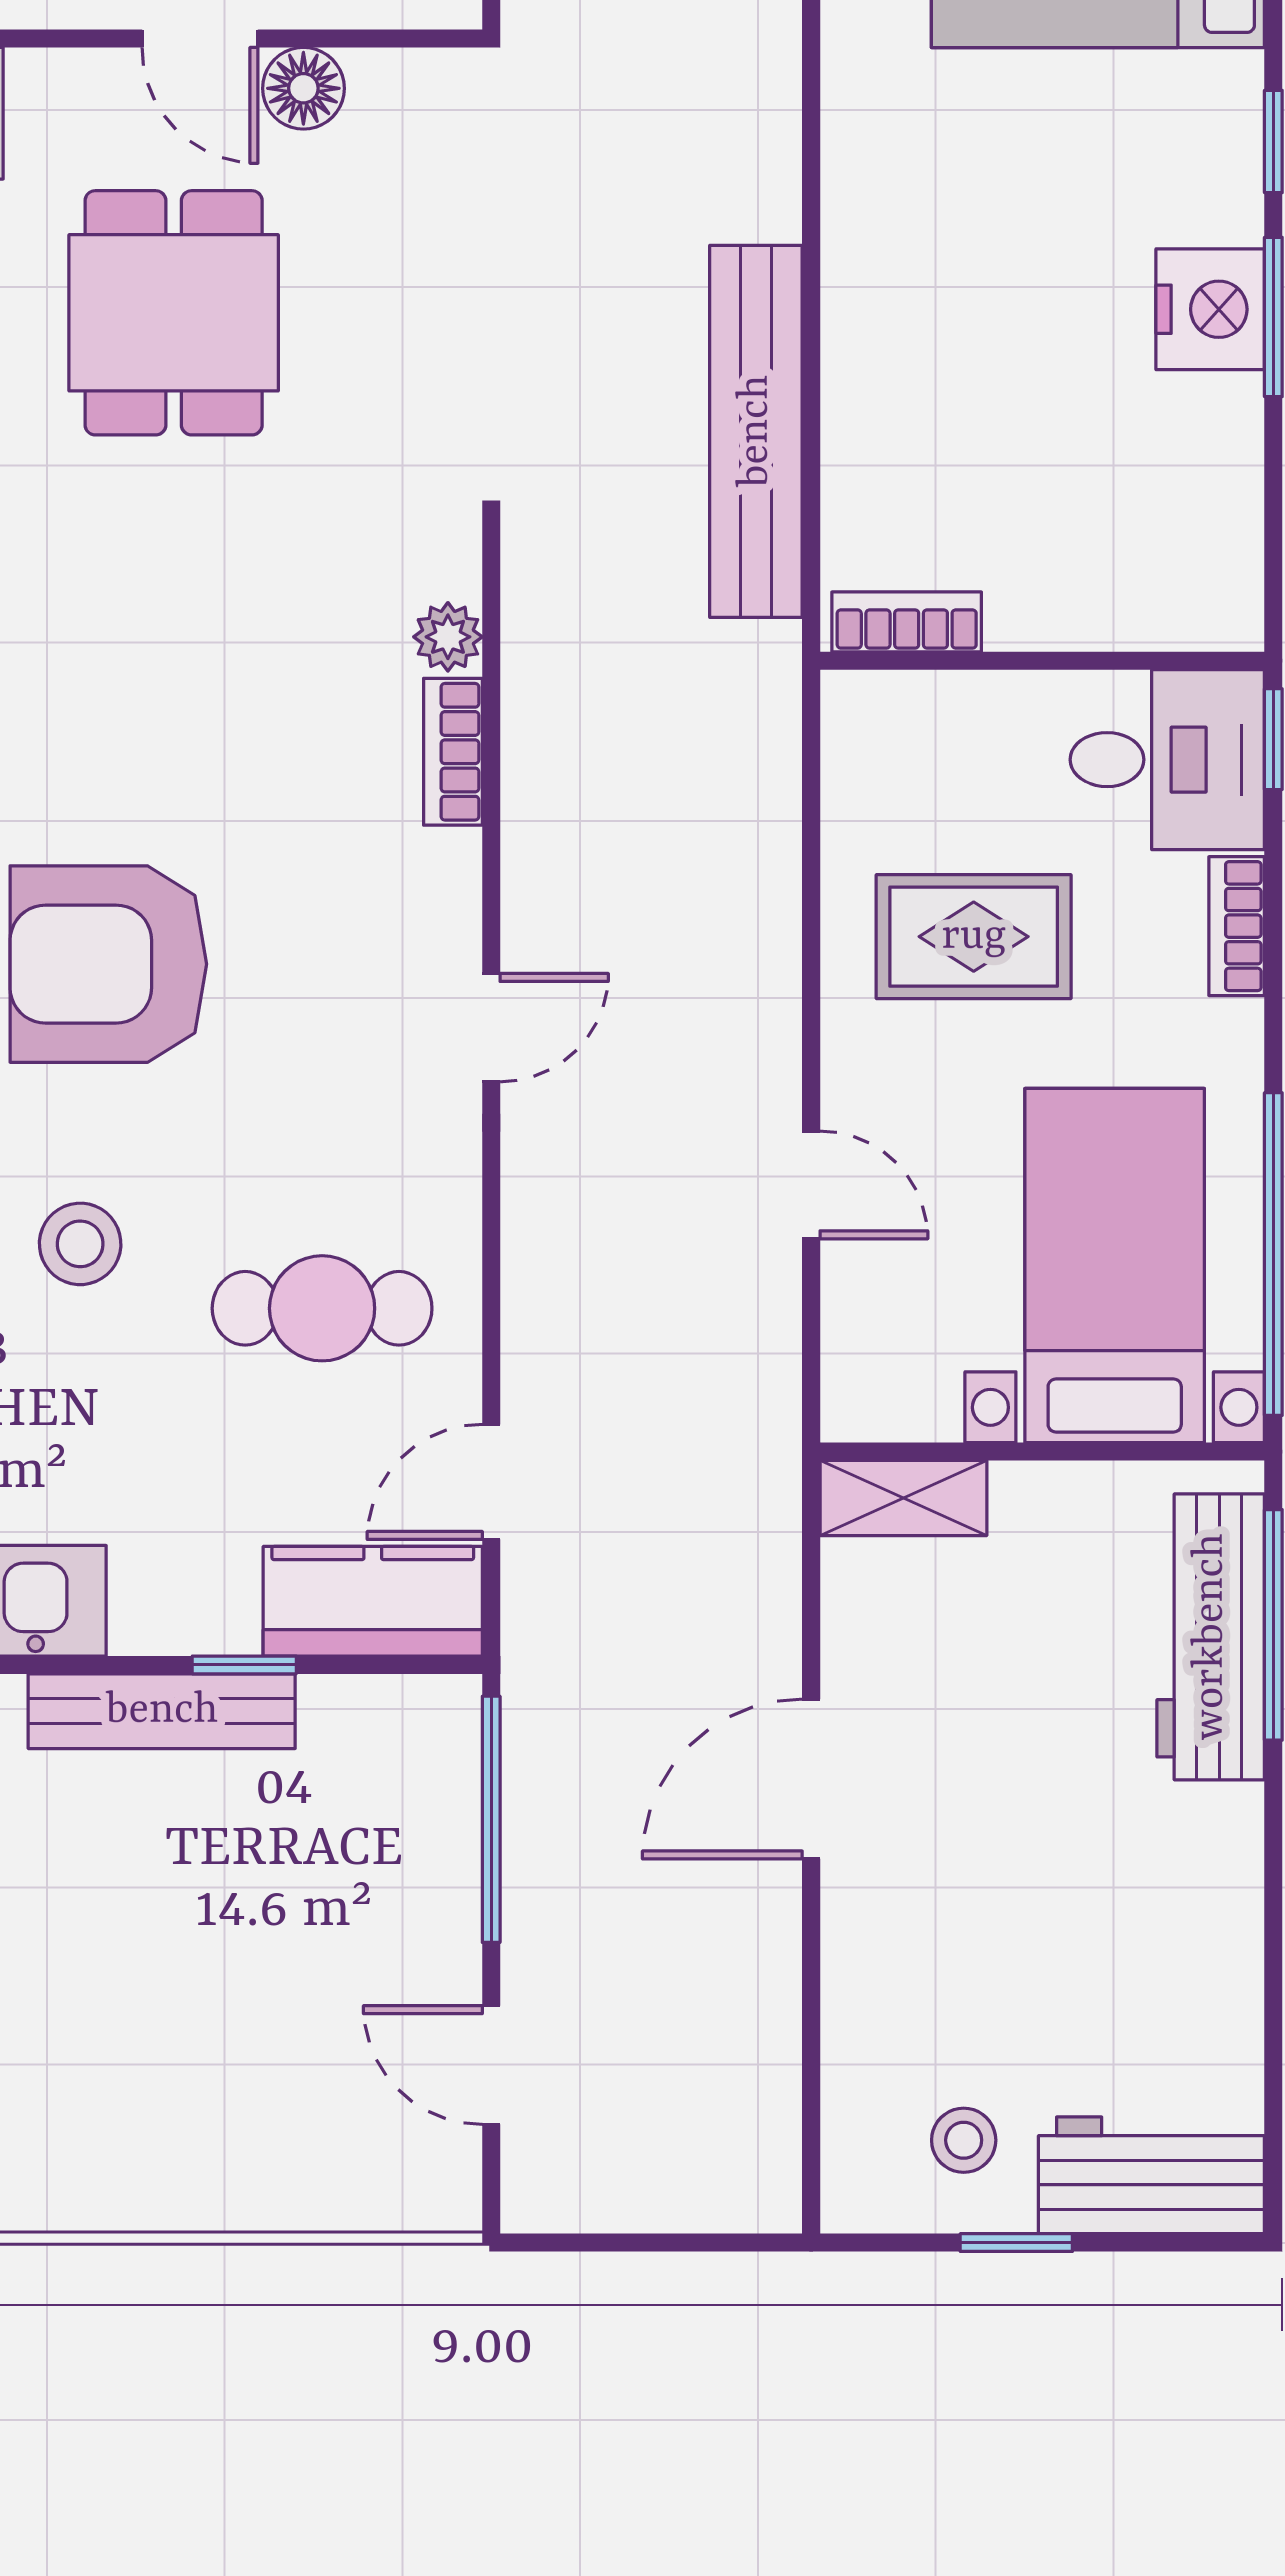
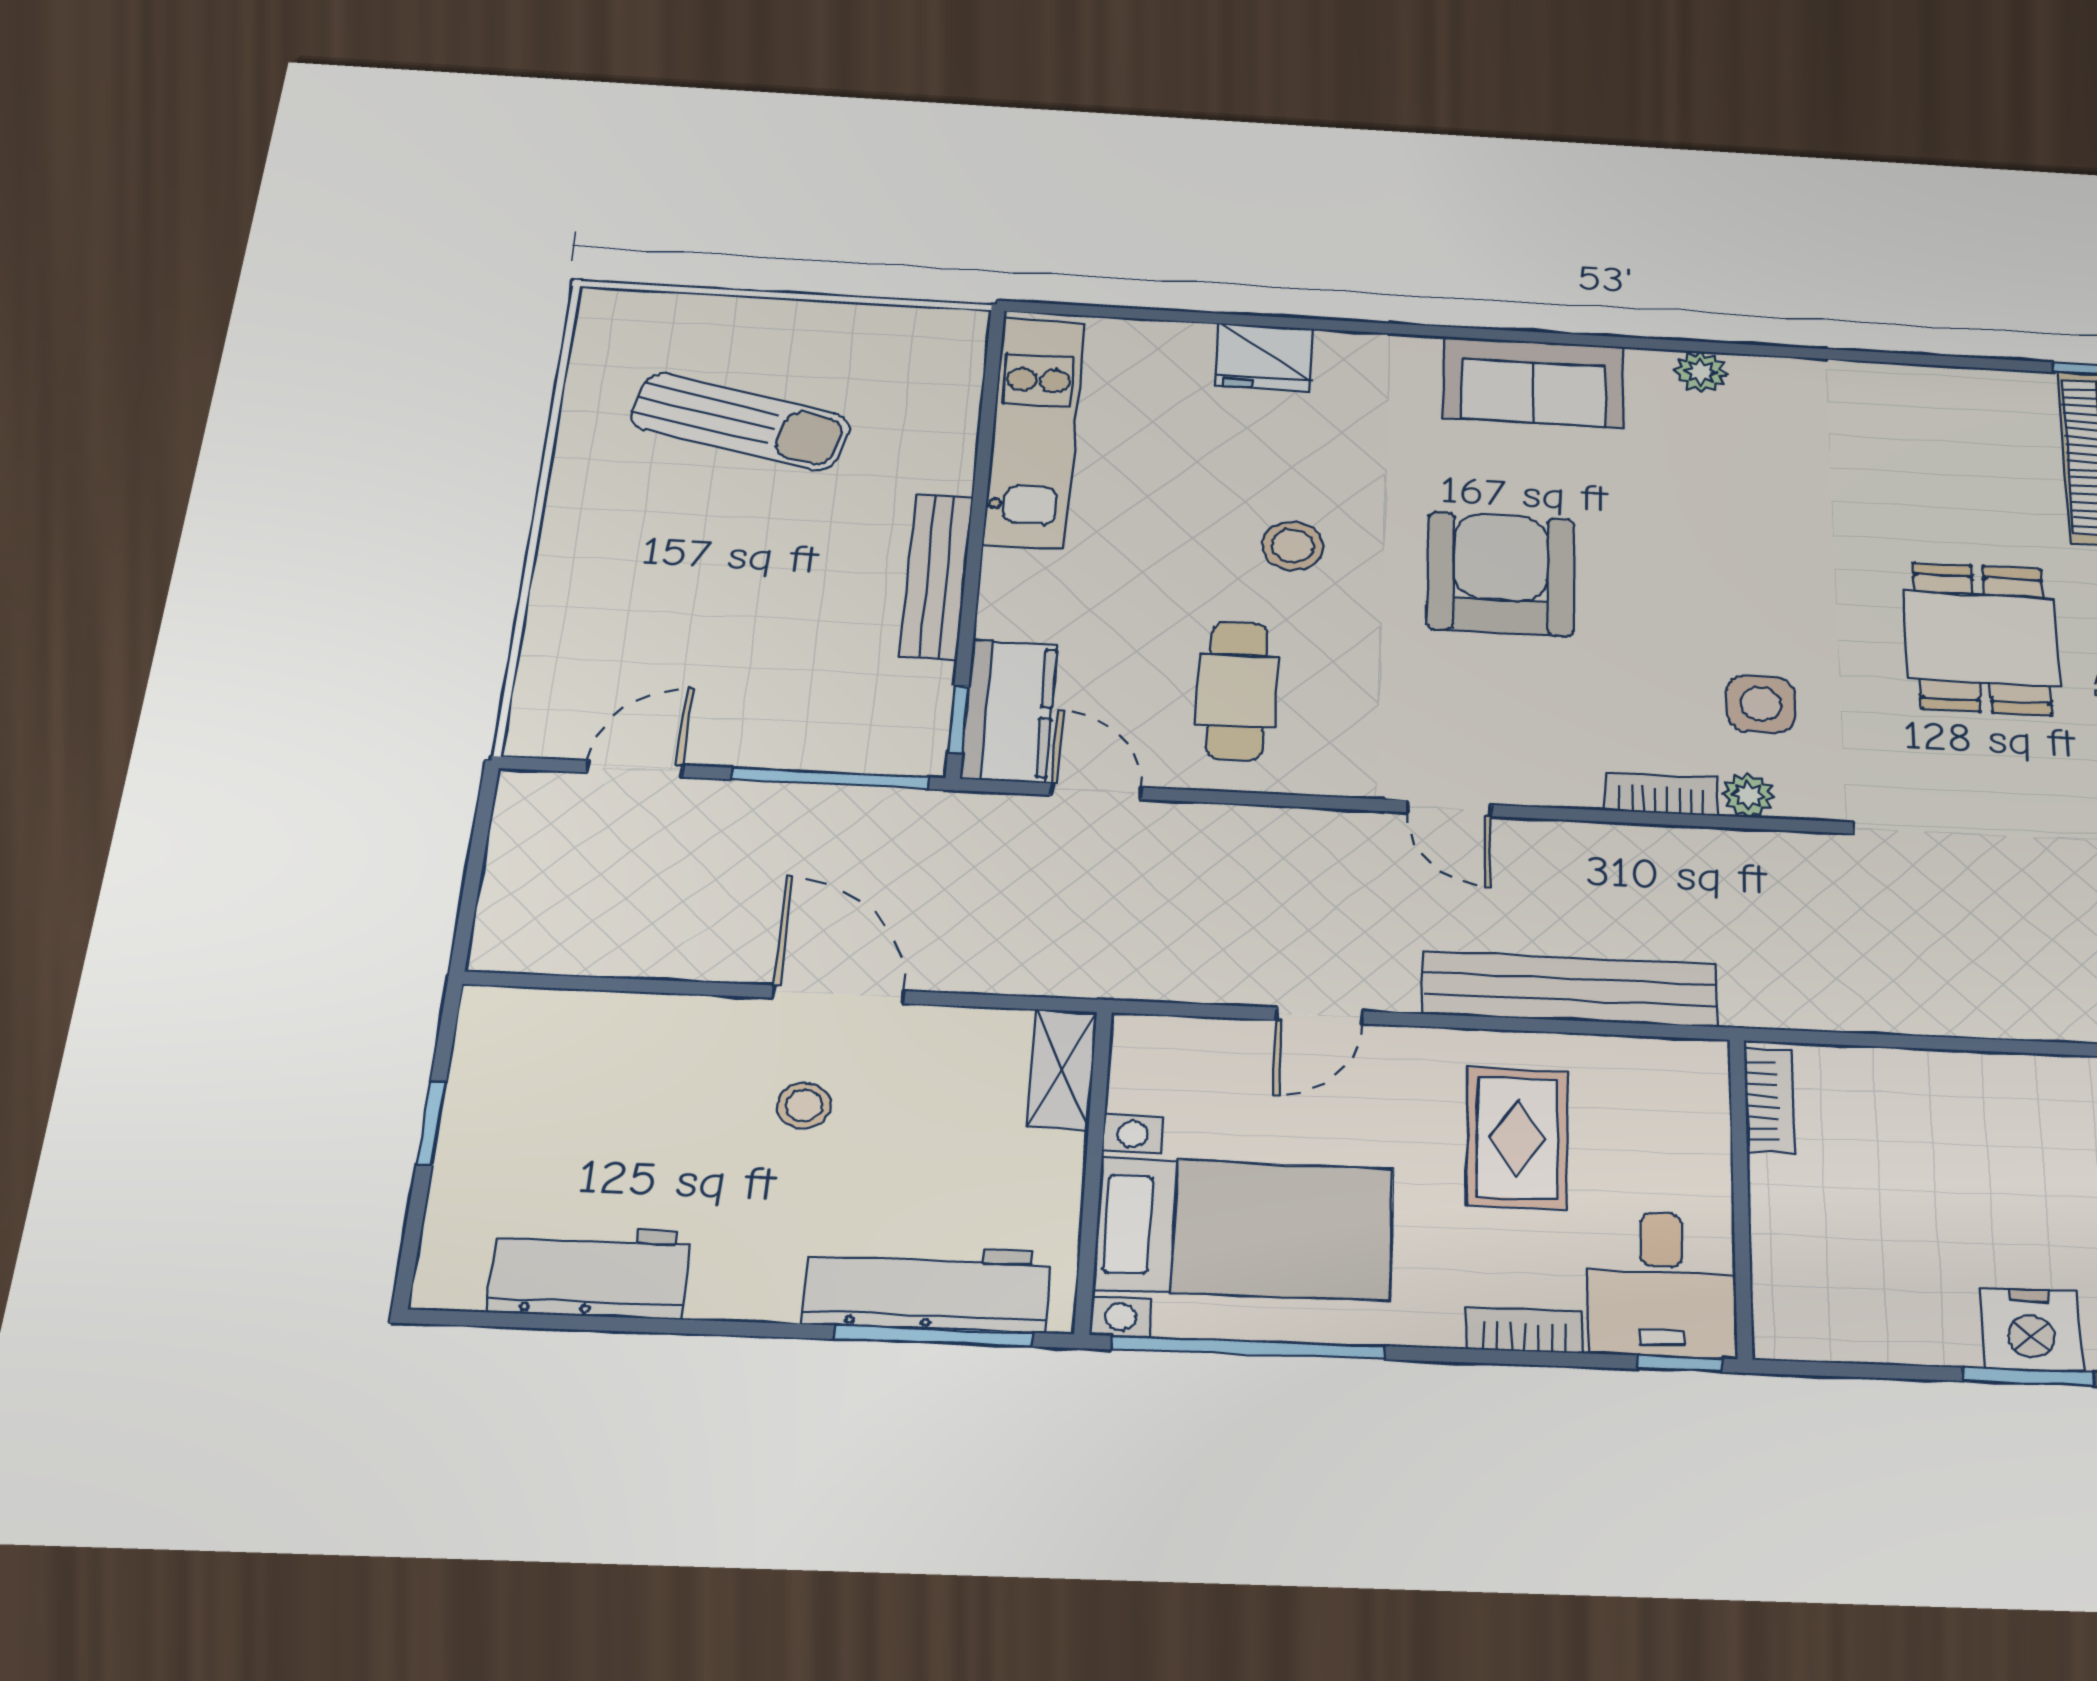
dining table: (174, 313) -> (1982, 638), turned 90
bench: (756, 431) -> (1570, 989), moved
side table: (301, 616) -> (1761, 704), added
window: (244, 1665) -> (958, 719), moved
stool: (964, 2140) -> (804, 1106), moved
workbench: (1151, 2175) -> (590, 1272), moved, turned -90

